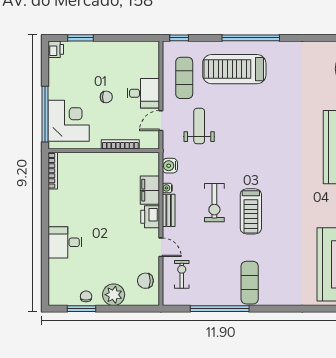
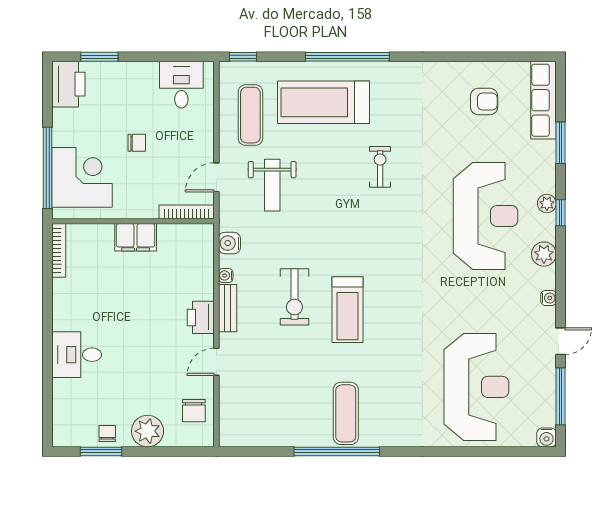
printer: (56, 49) -> (68, 84), width x1.87, depth x1.48
desk: (143, 93) -> (181, 85), moved, turned -90
weight bench: (199, 126) -> (272, 185), turned 180
bookcase: (120, 144) -> (187, 212), moved
filing cabinet: (150, 190) -> (136, 237), moved, turned -90
door: (161, 247) -> (216, 362), swing flipped
exercise bike: (182, 274) -> (380, 167), moved
chair: (145, 281) -> (194, 411), turned -90
window: (220, 309) -> (337, 451), moved

